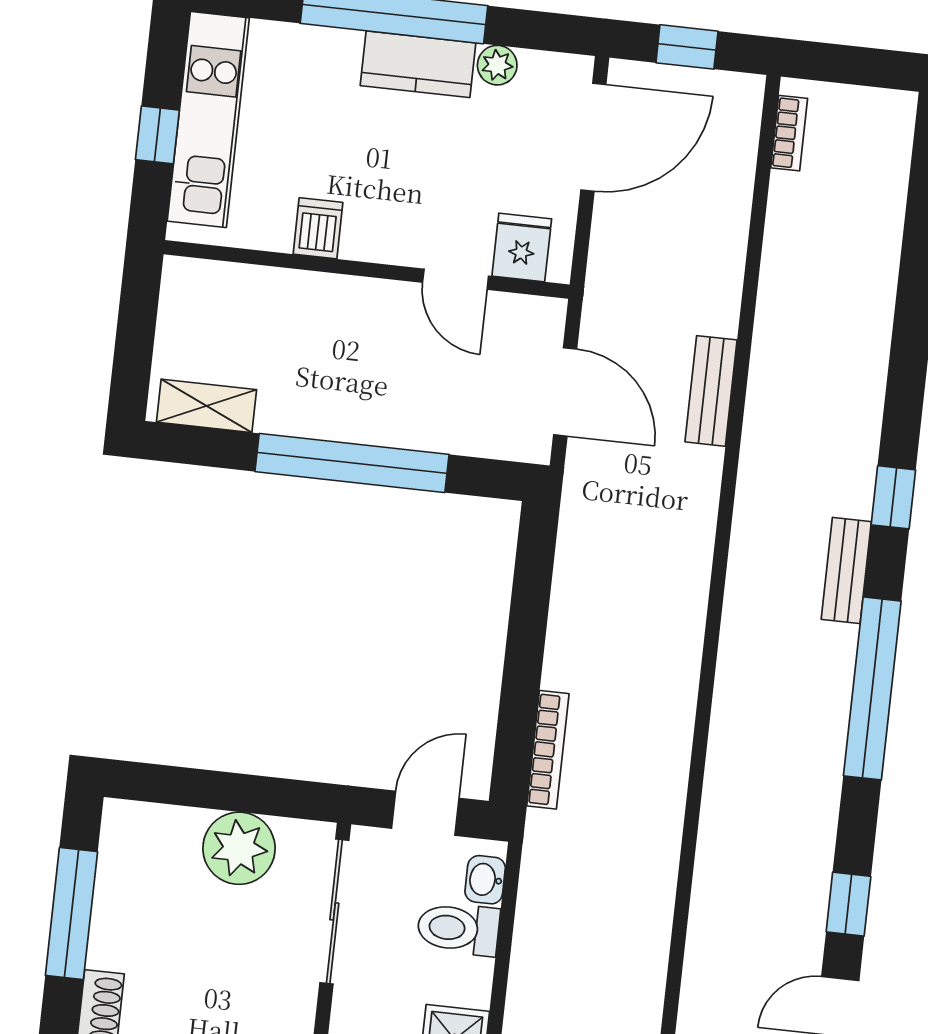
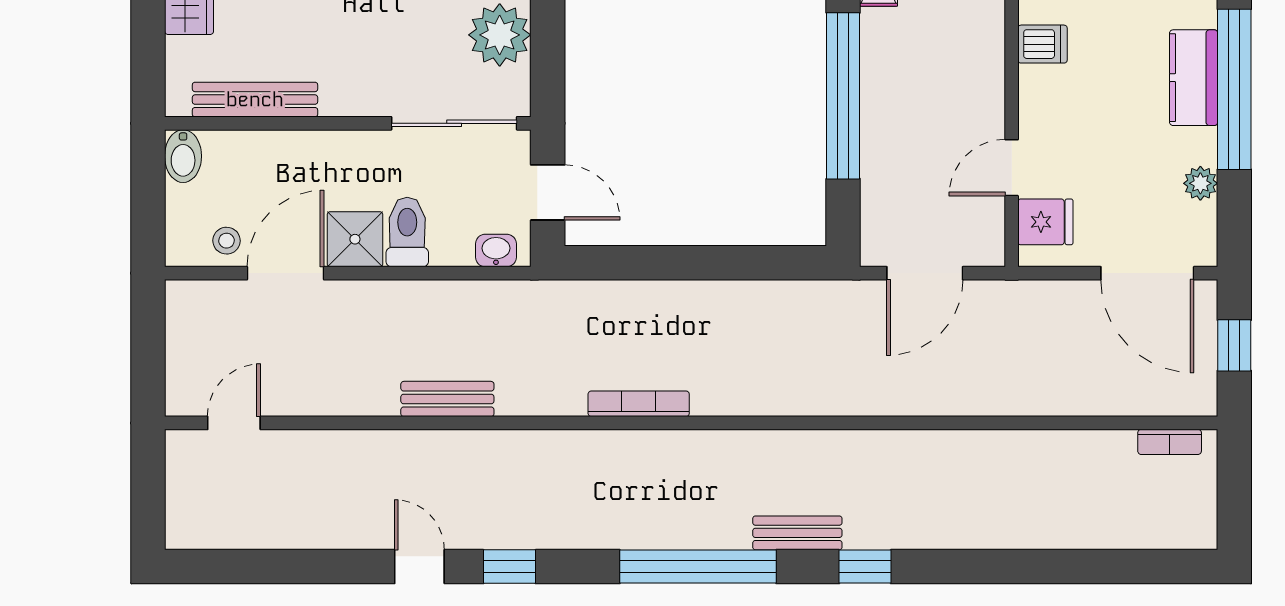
kitchen counter: (418, 64) -> (1194, 78), moved
bench: (711, 391) -> (447, 399), moved
bookcase: (548, 750) -> (639, 404), moved, turned 180
toilet: (458, 929) -> (407, 232), moved

